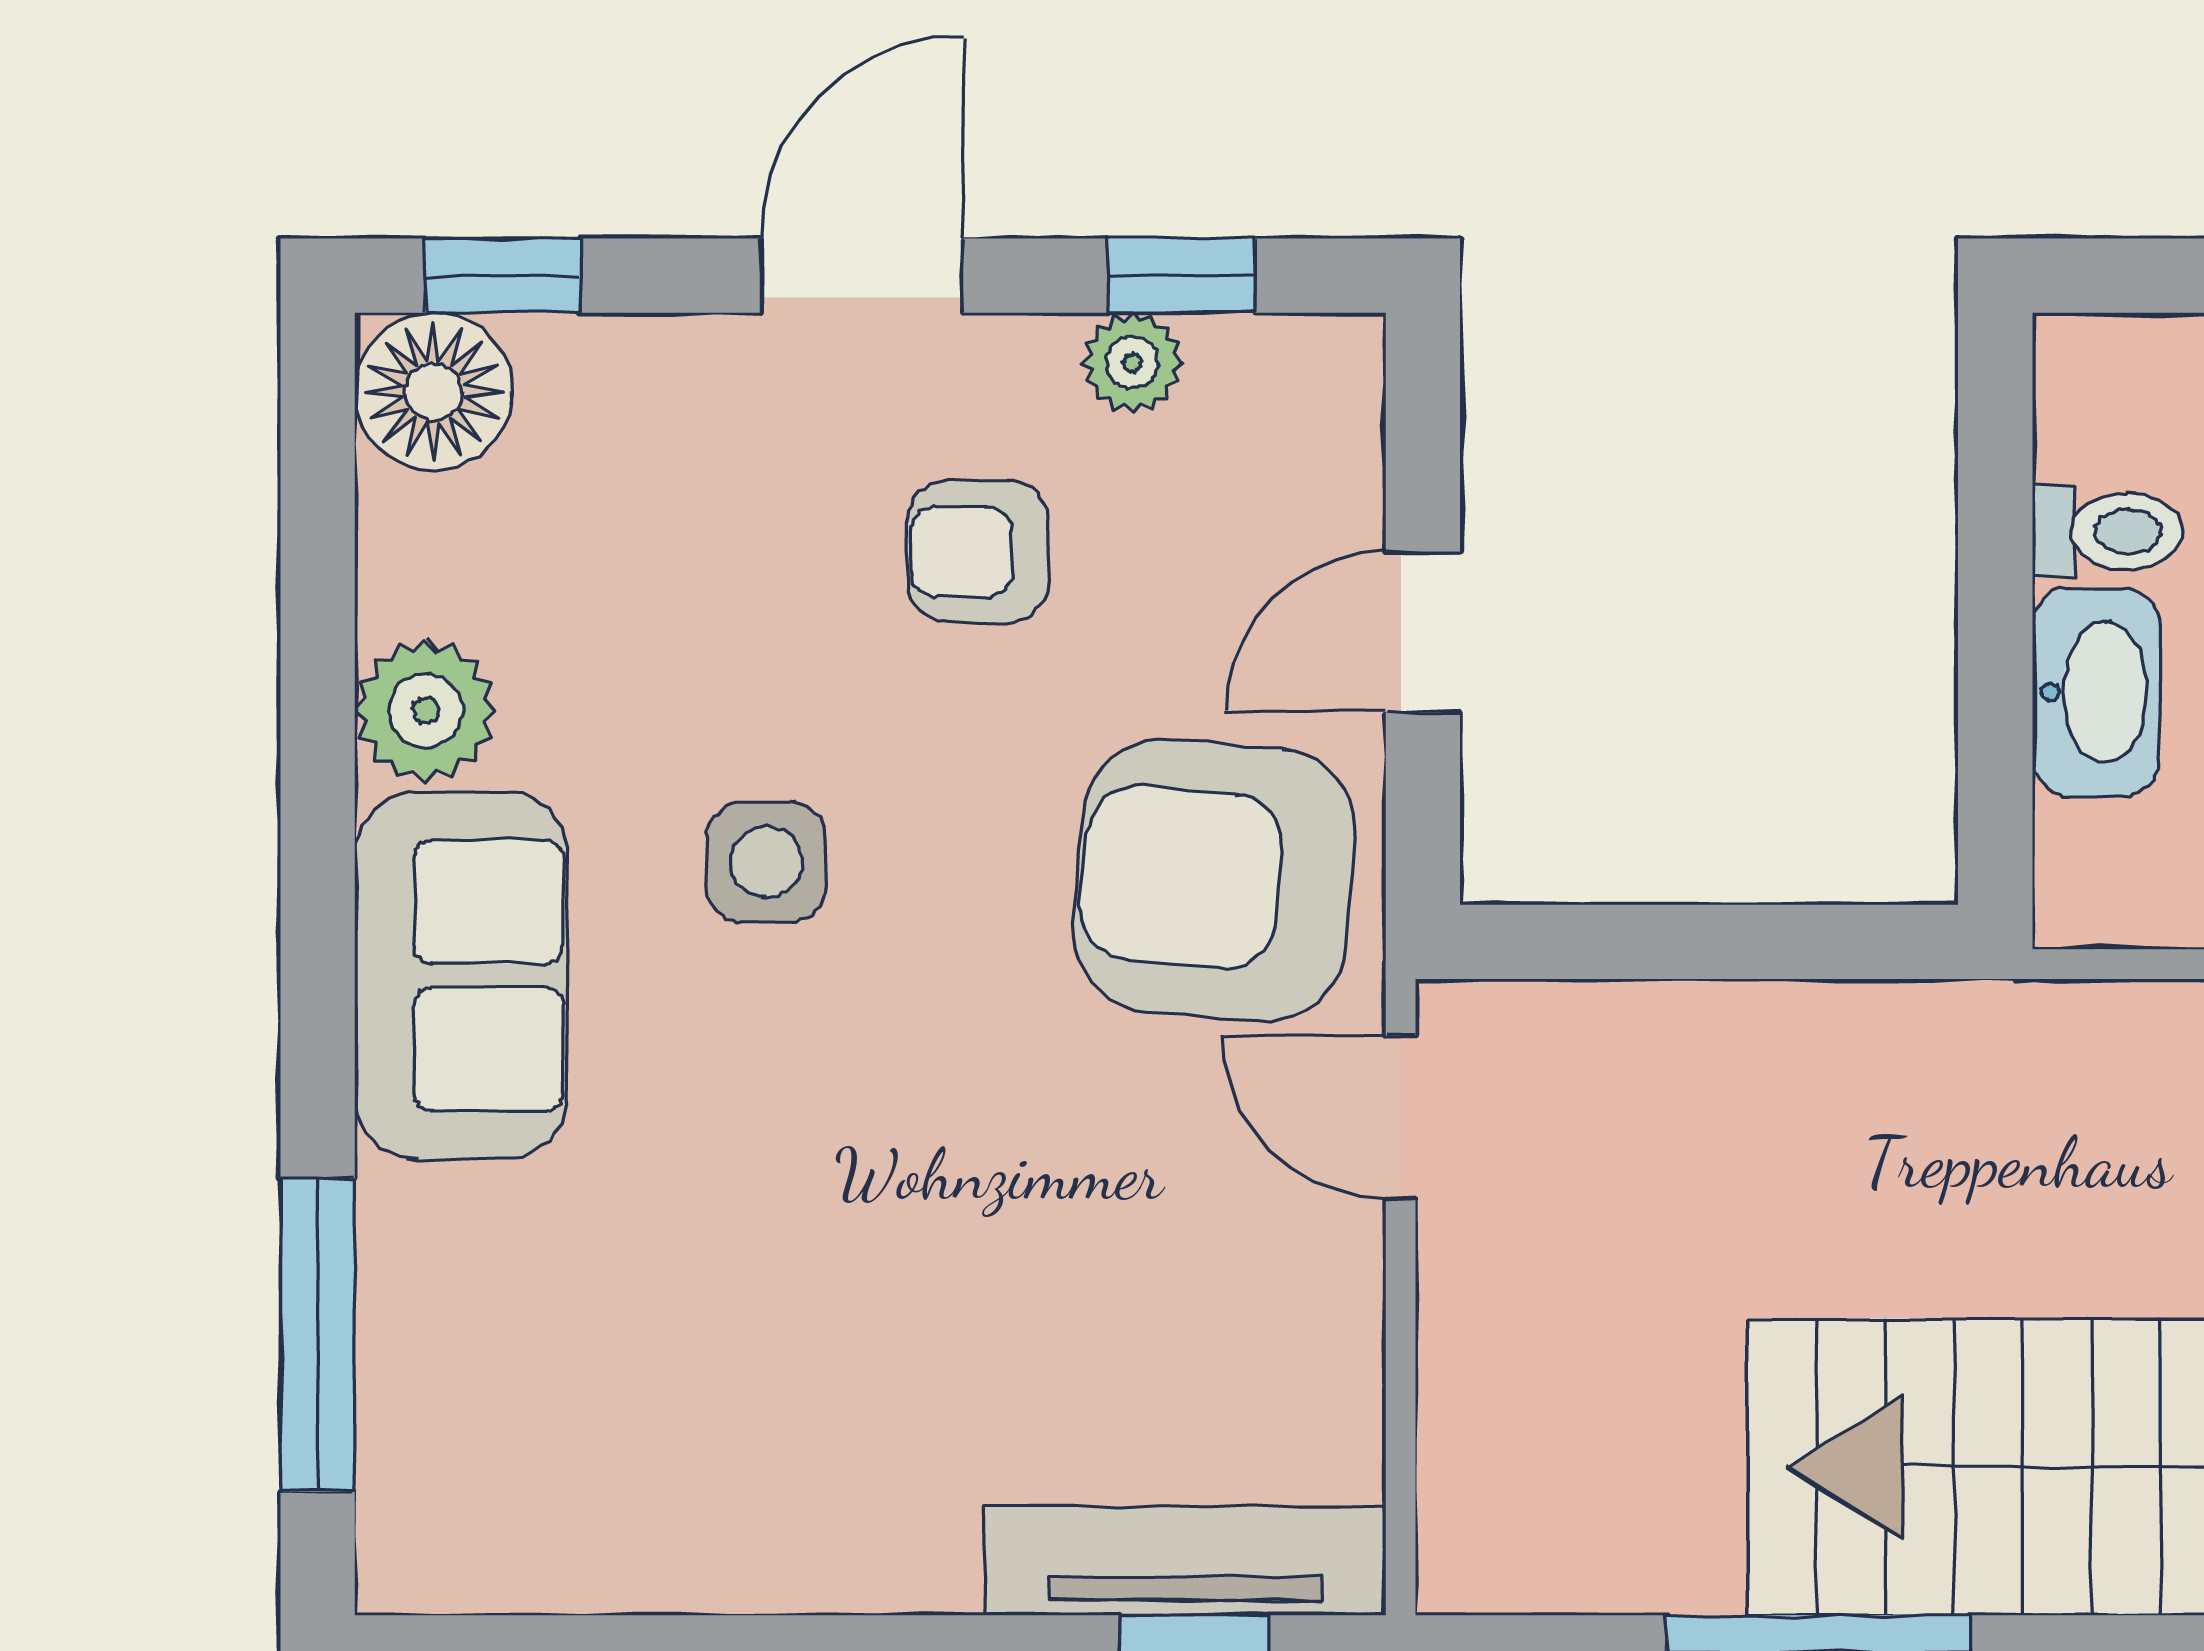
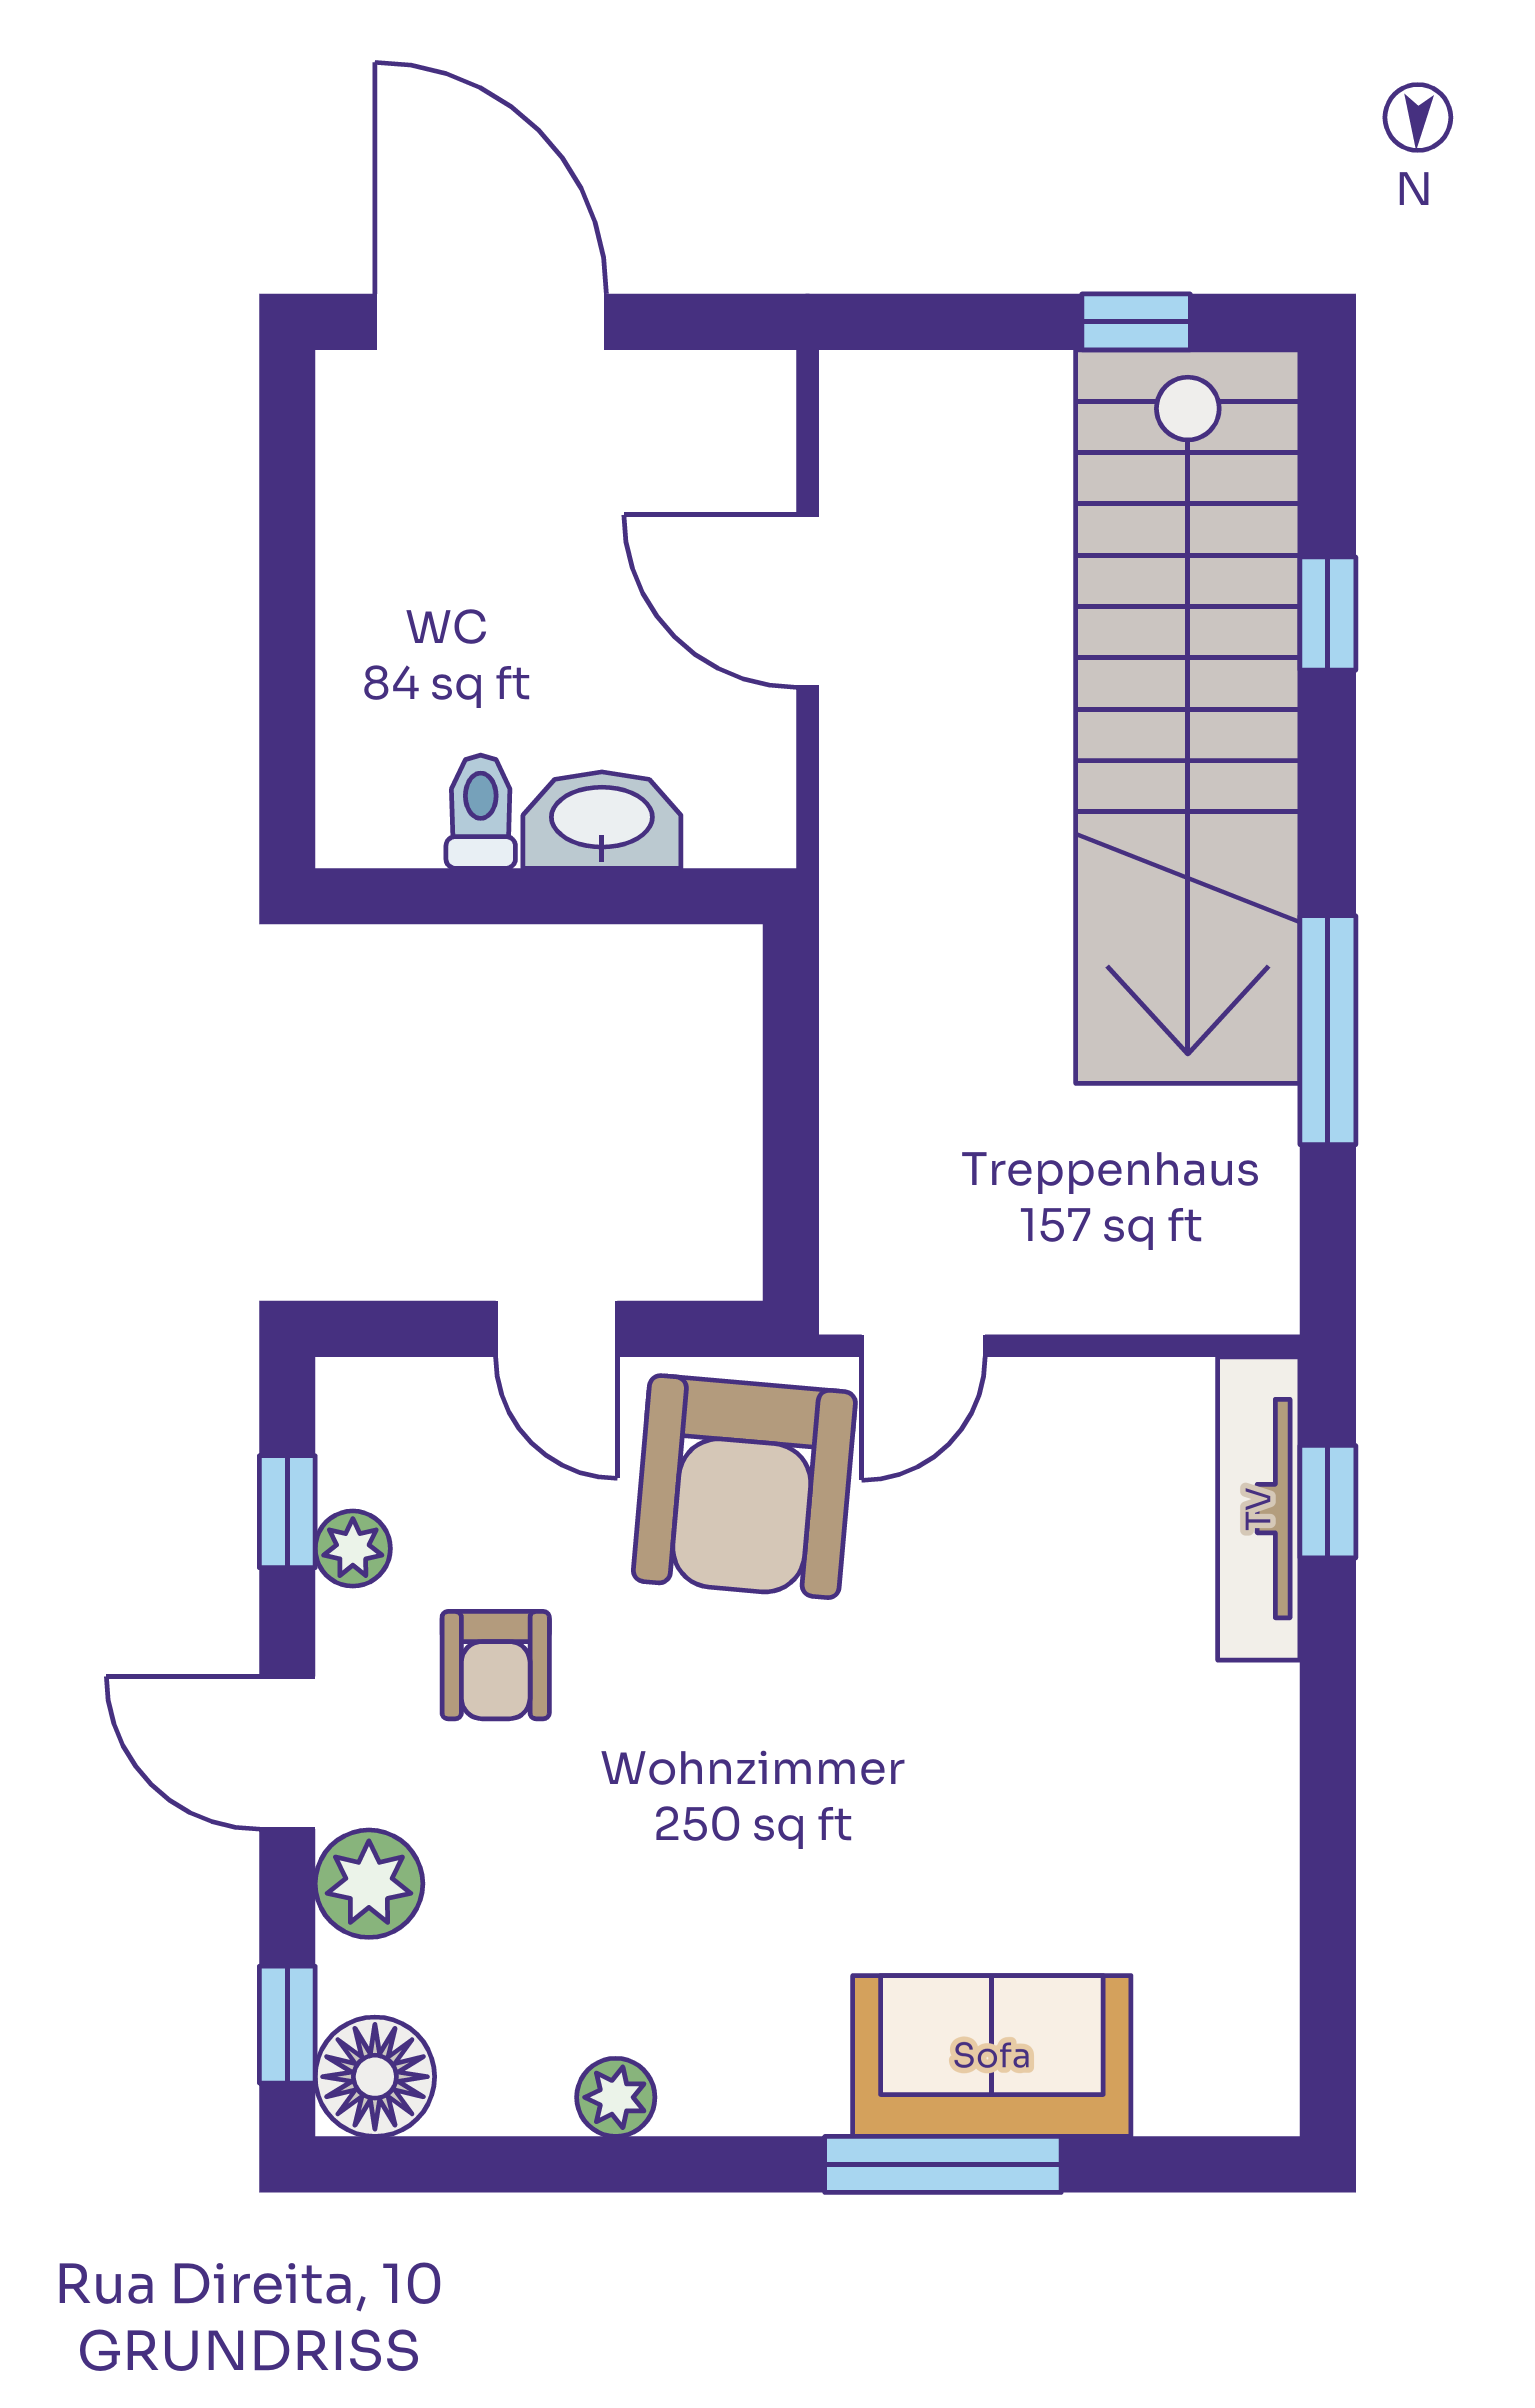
plant: (689, 384) -> (369, 1884), added
plant: (426, 710) -> (616, 2097), width x0.73, depth x0.73
side table: (766, 862) -> (731, 1825), removed
sofa: (461, 975) -> (992, 2056), moved
window: (318, 1335) -> (943, 2164), moved

